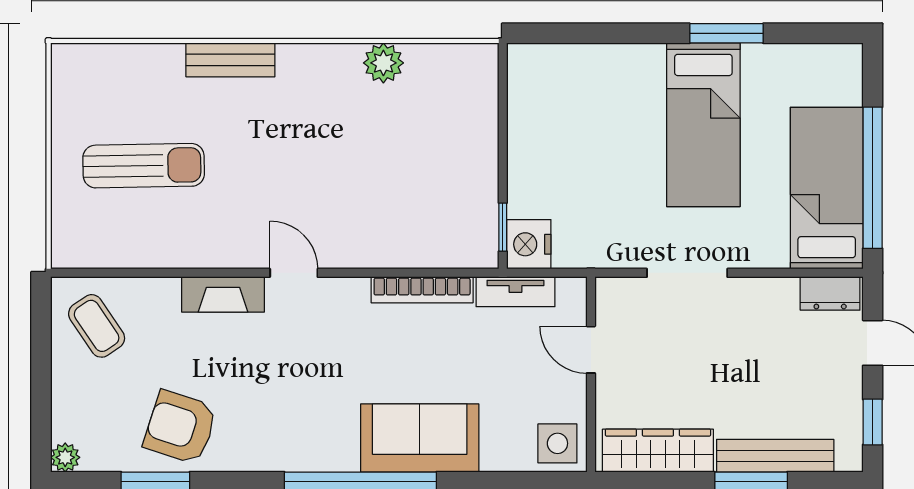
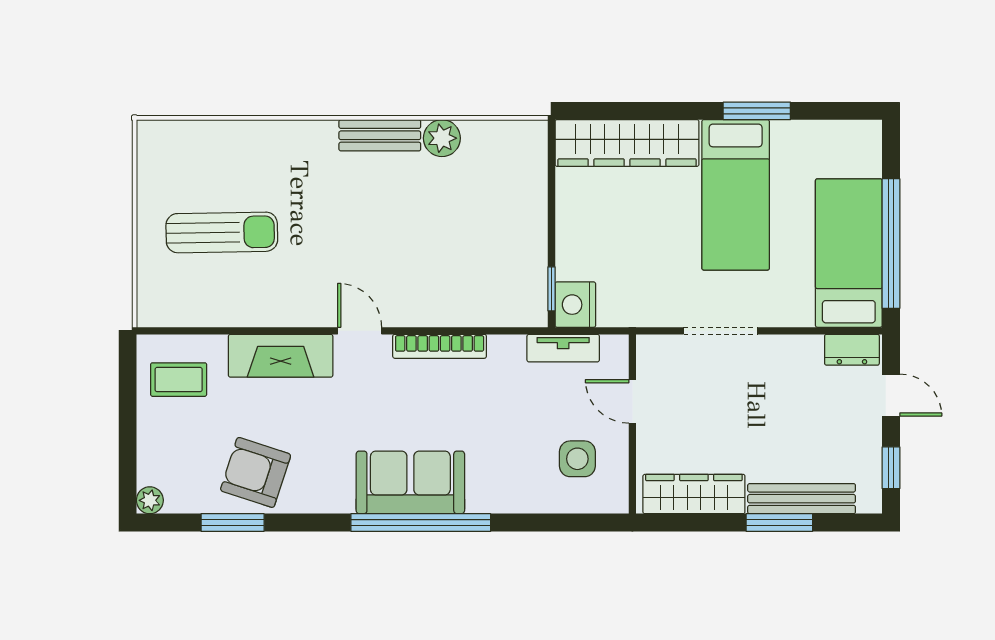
bench: (230, 60) -> (380, 135), moved
wardrobe: (585, 68) -> (627, 143), added
bookcase: (422, 290) -> (440, 346), moved
fireplace: (223, 294) -> (281, 356), width x1.37, depth x1.32
coffee table: (97, 326) -> (179, 380), turned -56
sofa: (420, 438) -> (410, 482), moved
side table: (557, 443) -> (577, 459), moved

